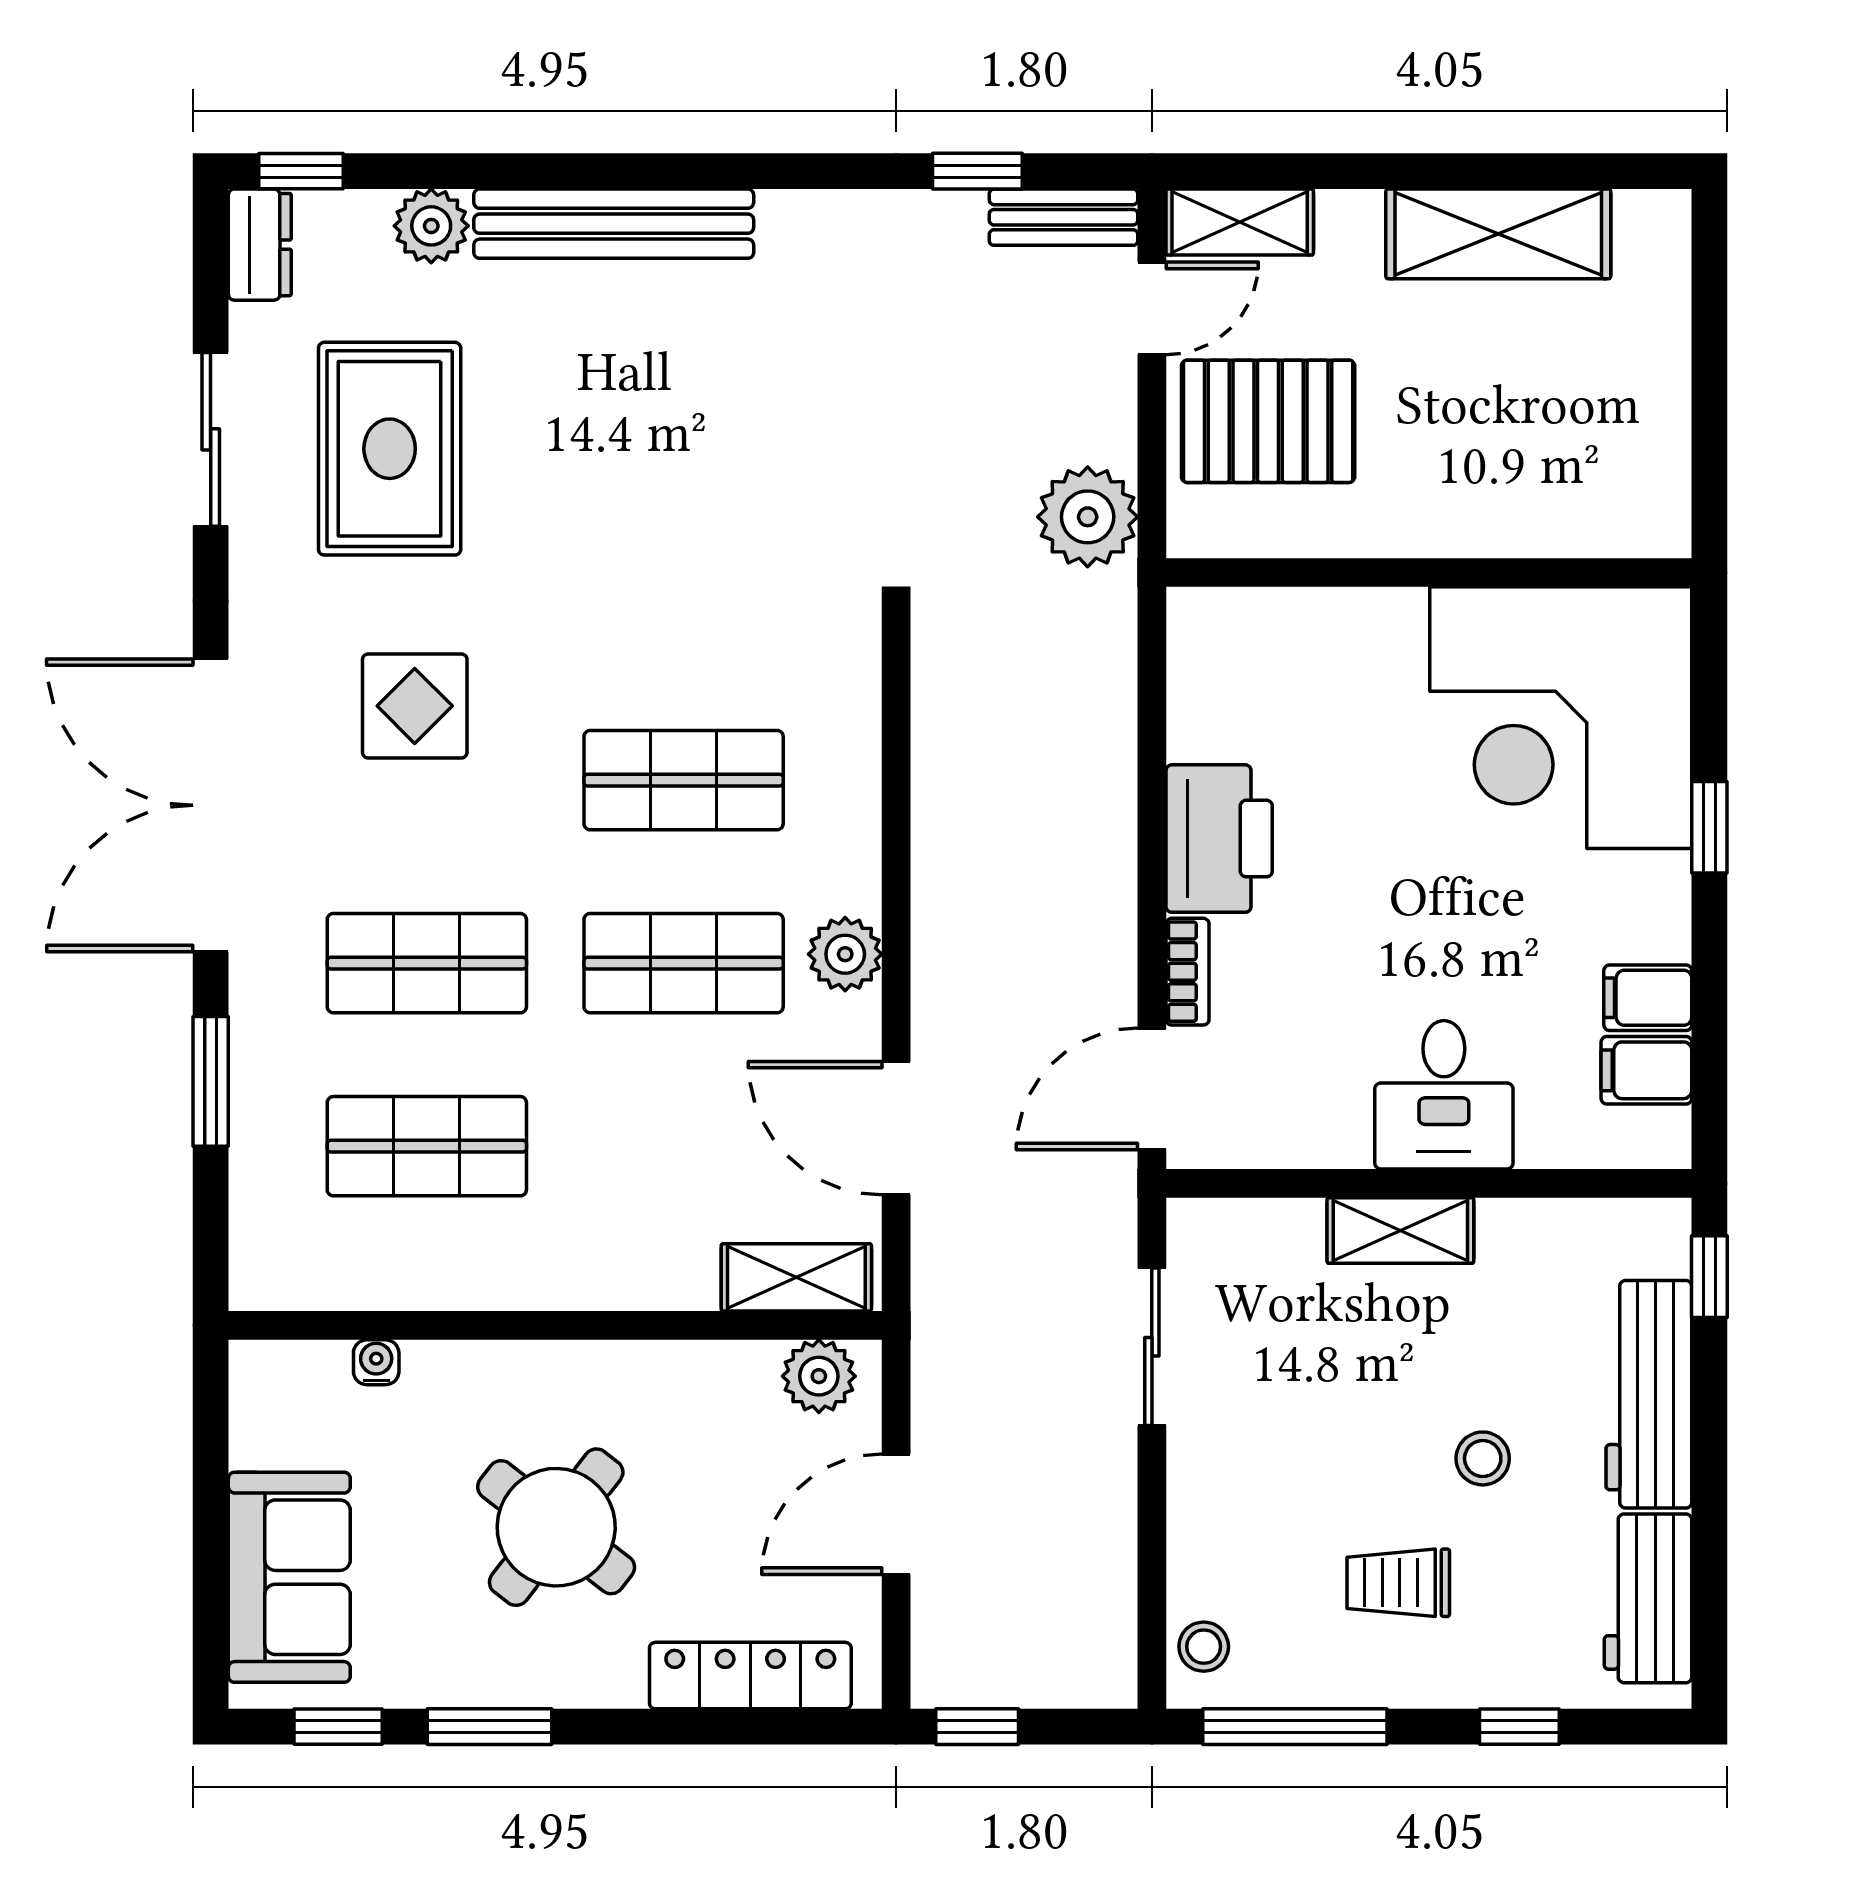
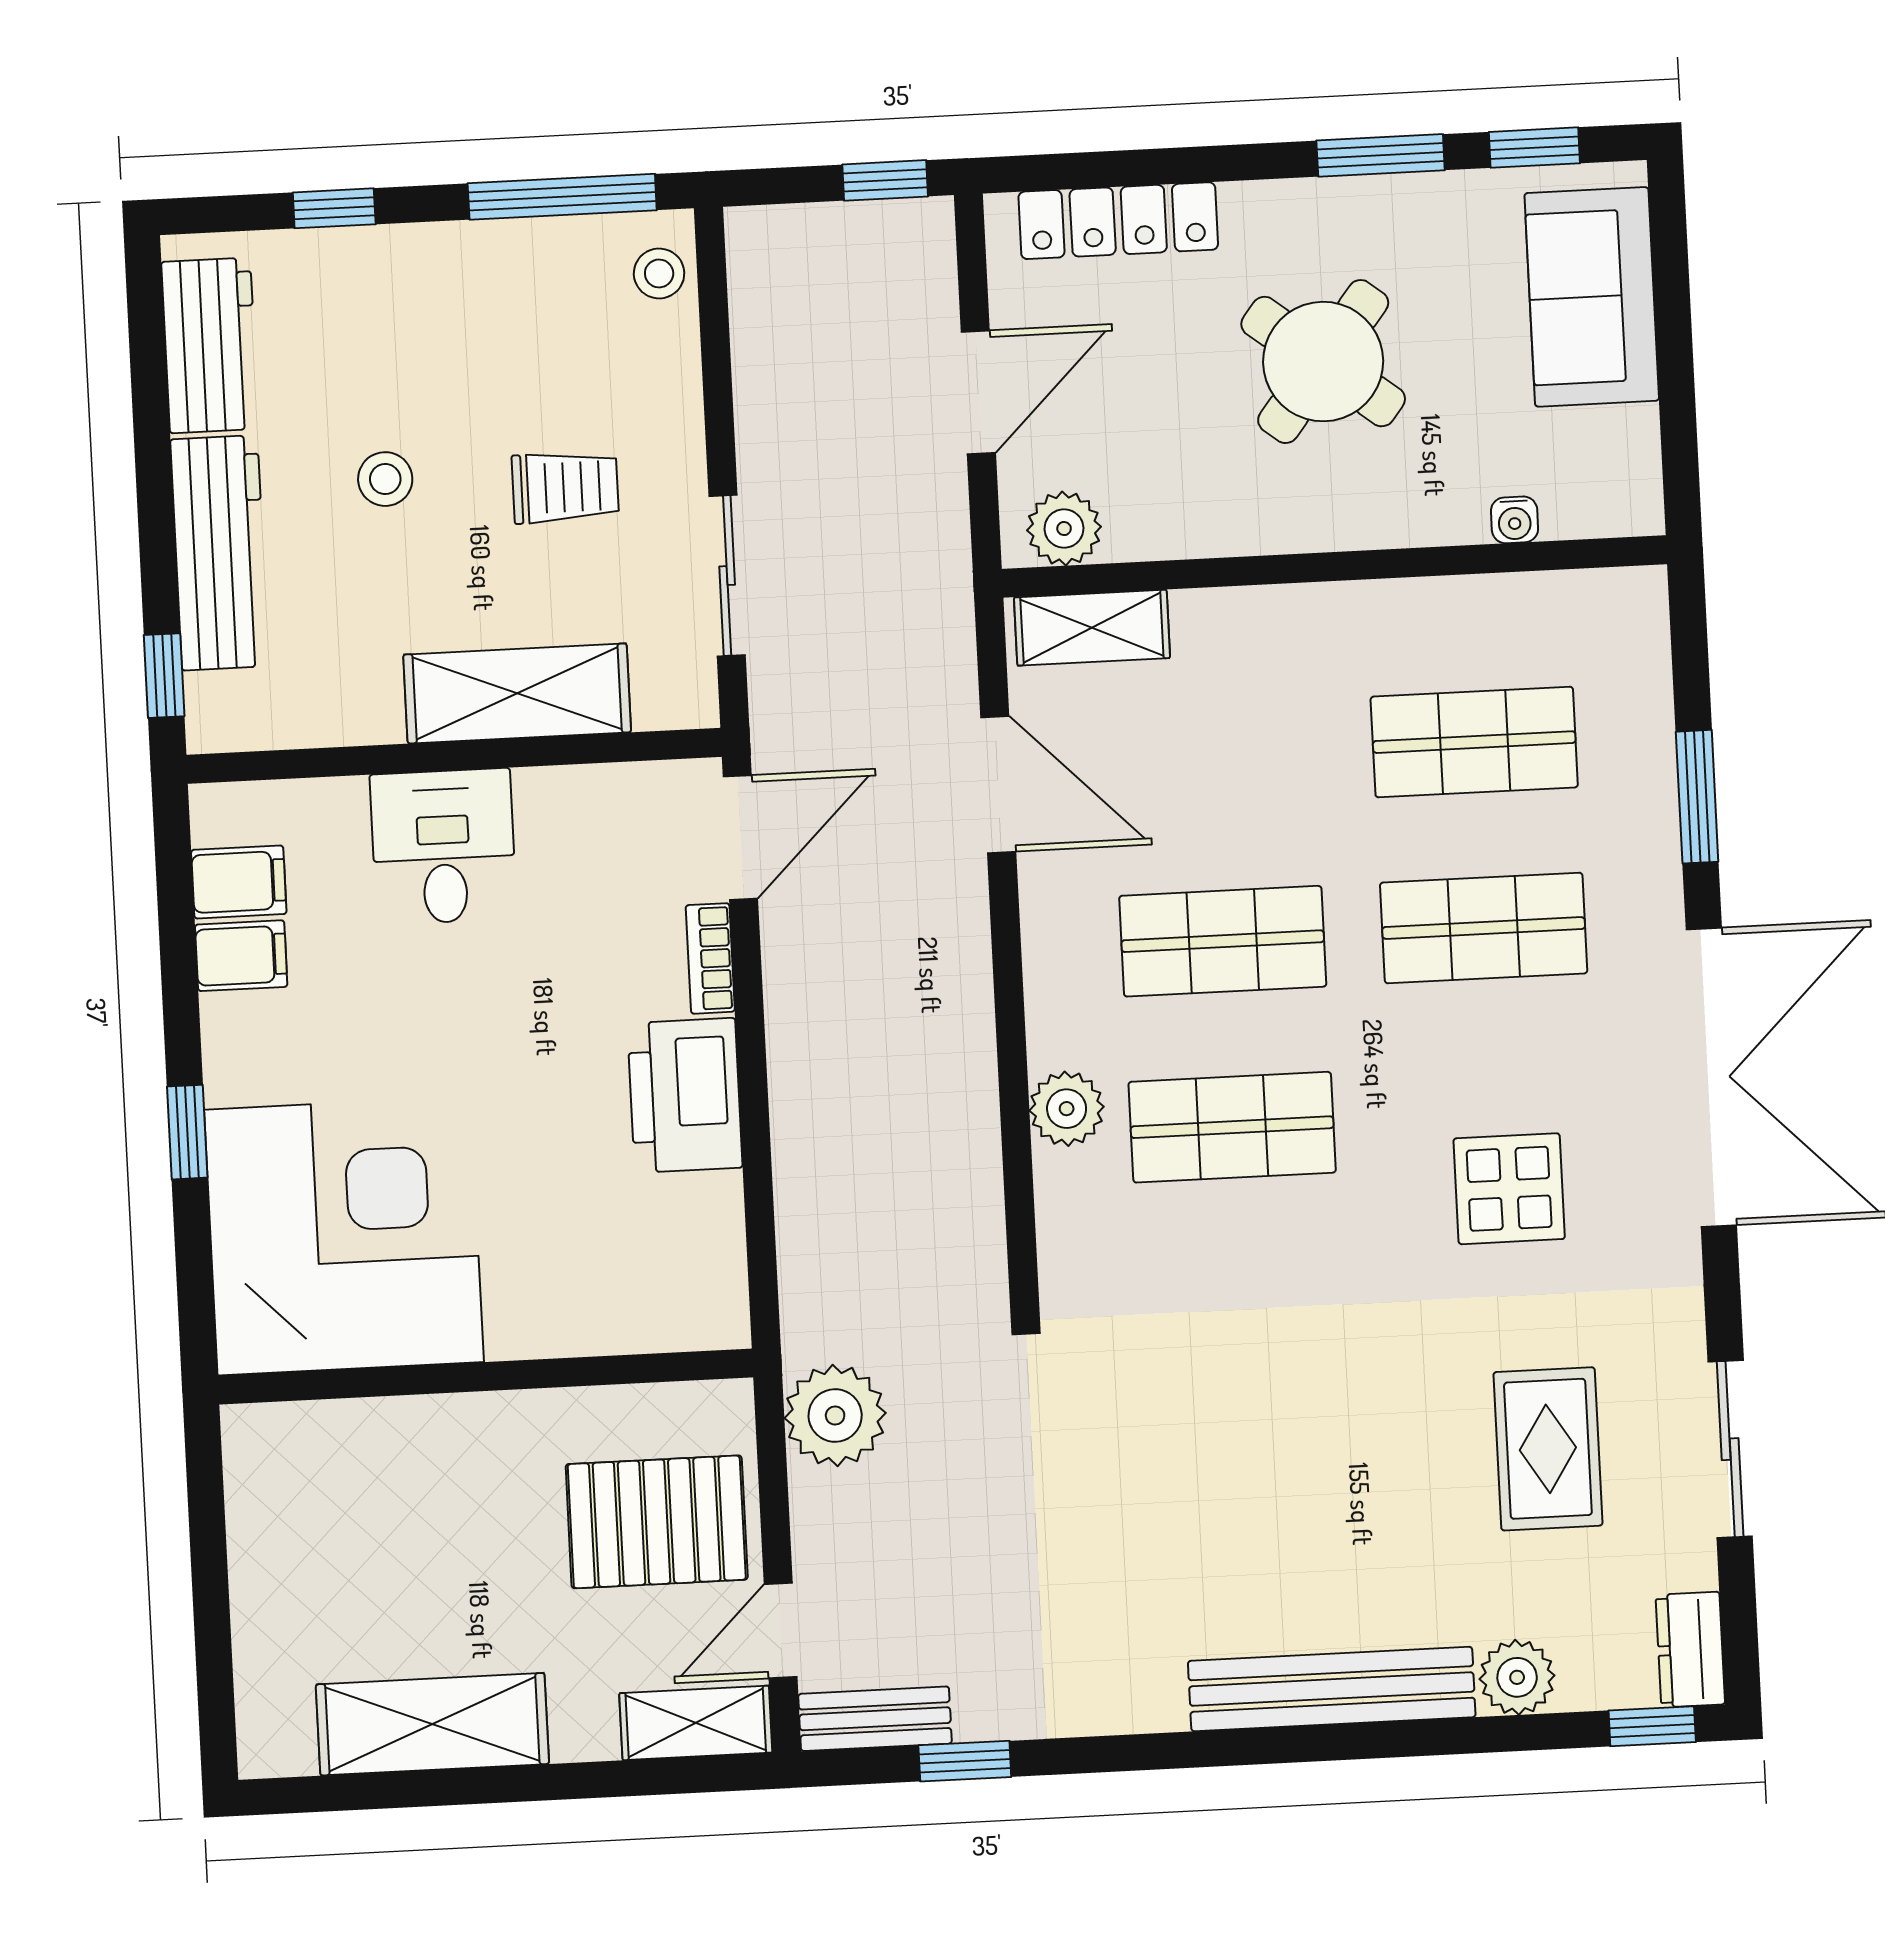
rug: (390, 449) -> (1548, 1449), width x0.73, depth x0.70
plant: (845, 954) -> (1067, 1109), moved
shelving: (1400, 1230) -> (517, 693), width x1.50, depth x1.33
trolley: (1398, 1583) -> (565, 487), moved

